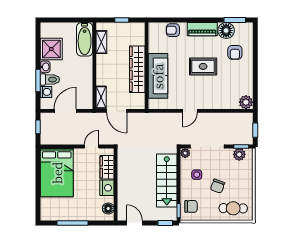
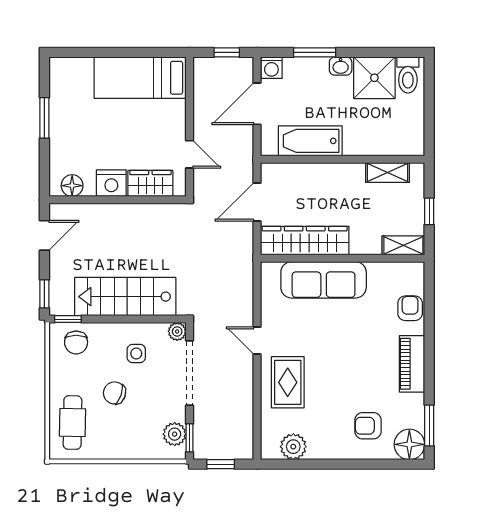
floor lamp: (226, 31) -> (409, 444), moved
bathtub: (85, 39) -> (310, 141), moved
rug: (203, 66) -> (288, 382), moved
wardrobe: (137, 69) -> (305, 241), moved
toilet: (50, 80) -> (408, 75), moved
washing machine: (46, 92) -> (271, 68), moved
shelving: (101, 97) -> (403, 245), moved
plant: (246, 102) -> (293, 447), moved
door: (65, 111) -> (257, 104), swing flipped
bed: (57, 173) -> (140, 78), width x0.67
window: (72, 223) -> (44, 118), width x0.69

